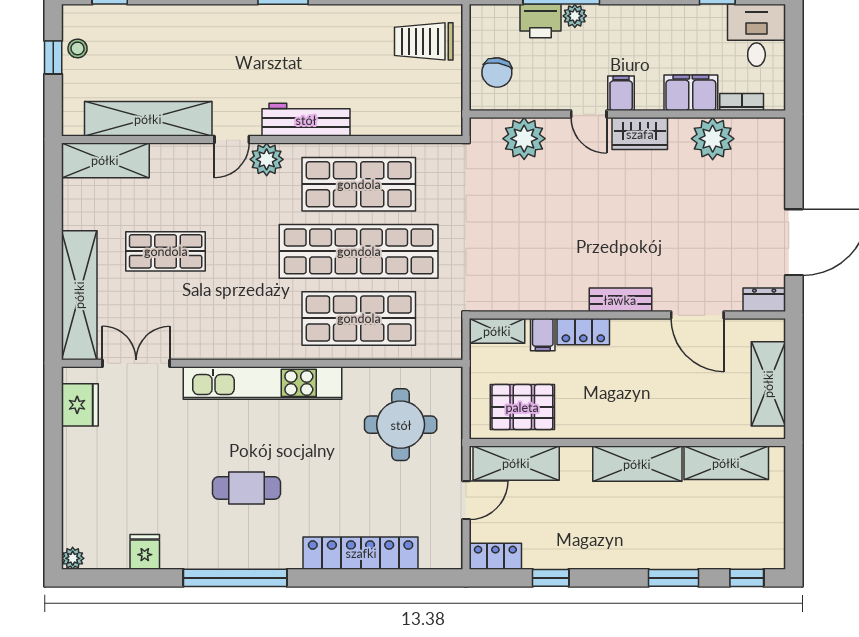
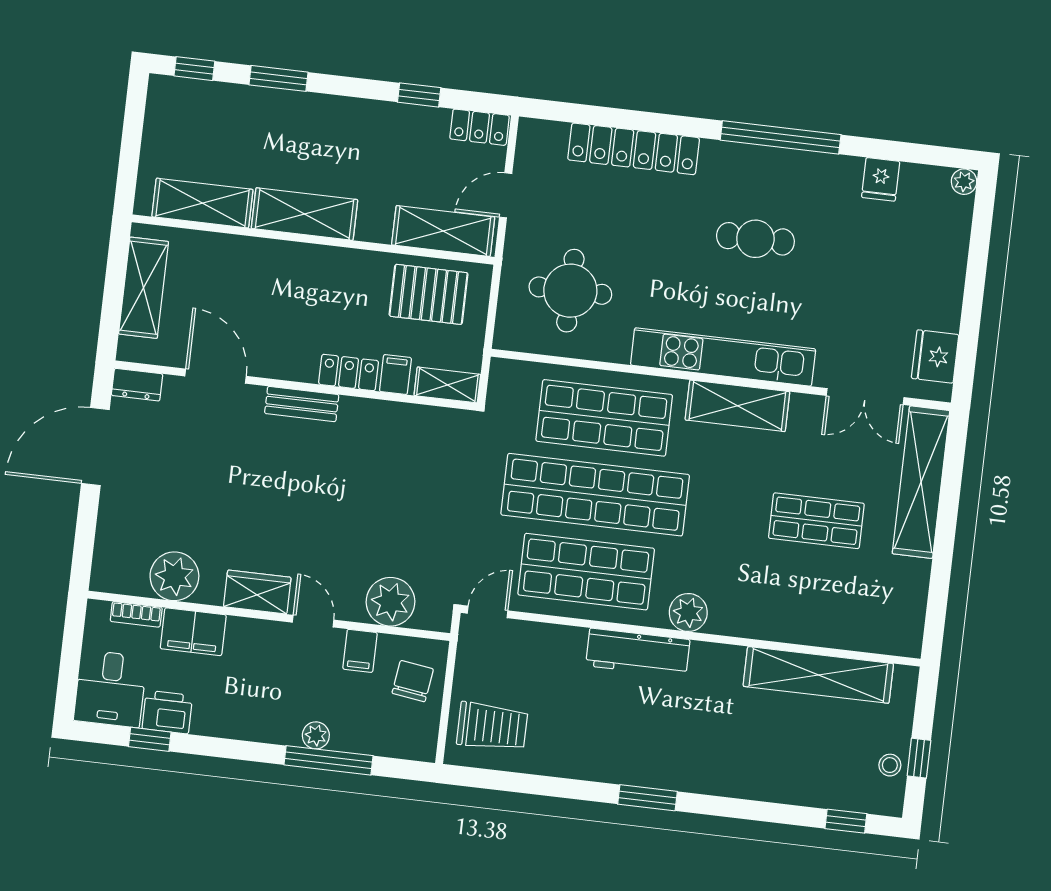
printer: (541, 21) -> (167, 712), moved
filing cabinet: (621, 93) -> (360, 651), moved
door: (232, 140) -> (488, 612), moved
shelving: (105, 160) -> (737, 406), moved

